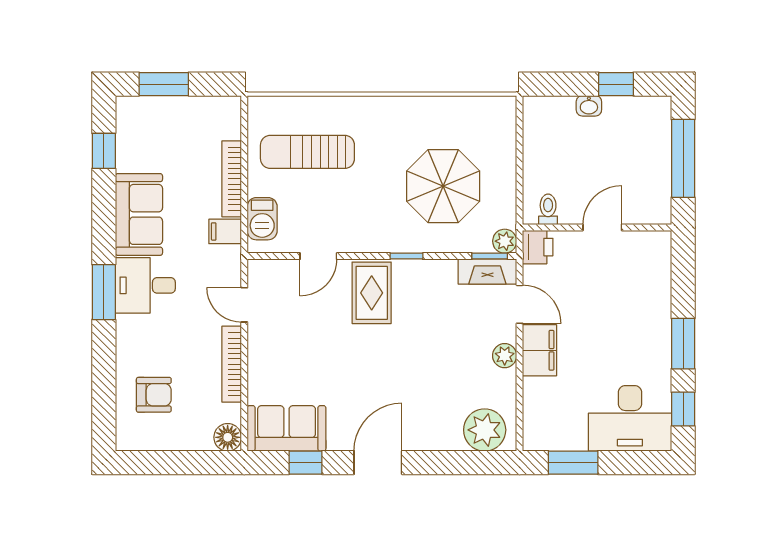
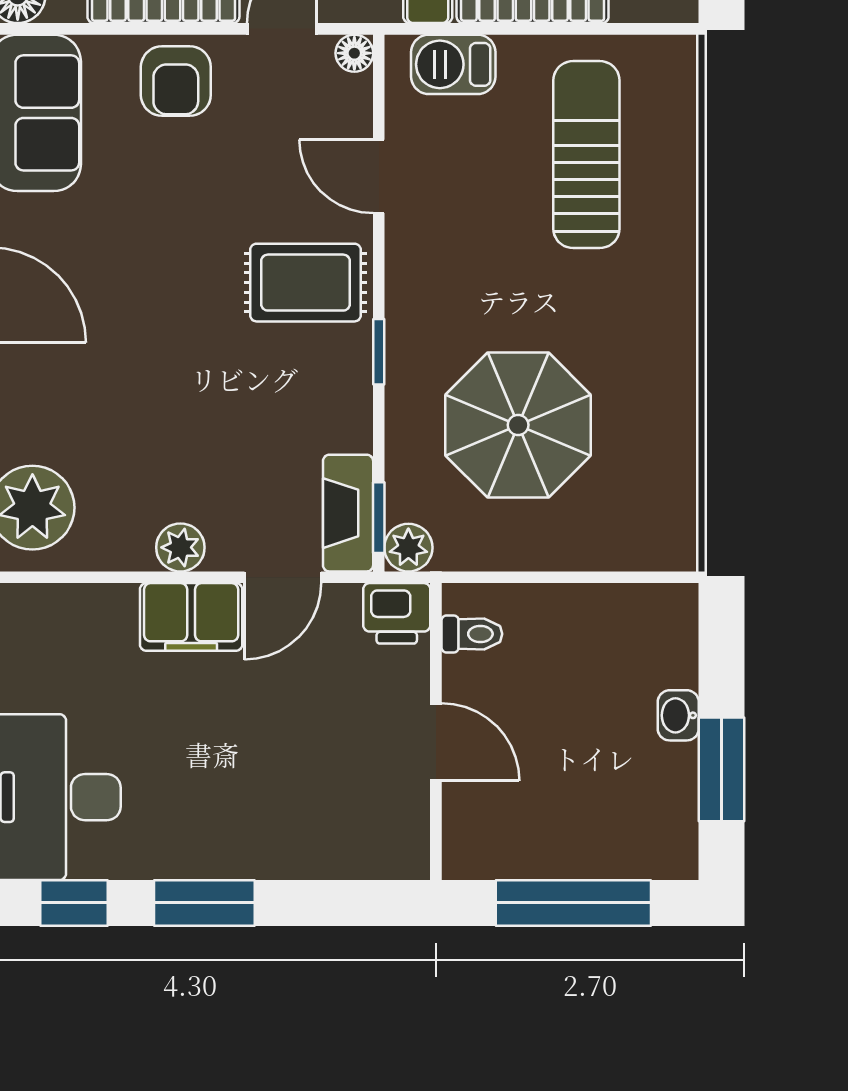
window: (616, 84) -> (722, 769), width x1.50
floor lamp: (257, 268) -> (354, 53), added
armchair: (270, 358) -> (176, 81), added

